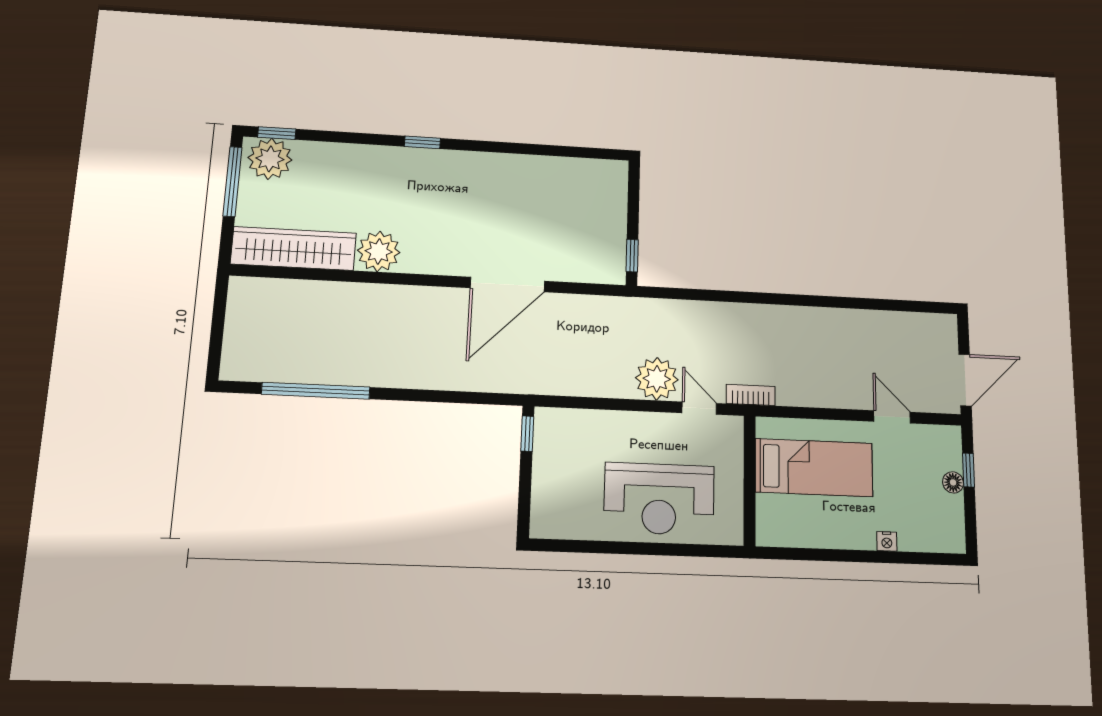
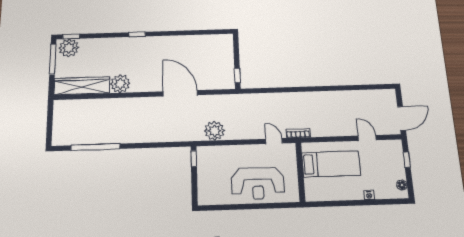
door: (507, 285) -> (180, 93), swing flipped
plant: (657, 379) -> (214, 131), moved
floor lamp: (953, 482) -> (402, 185), moved

